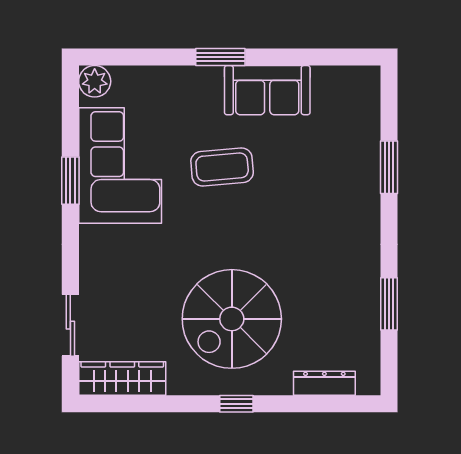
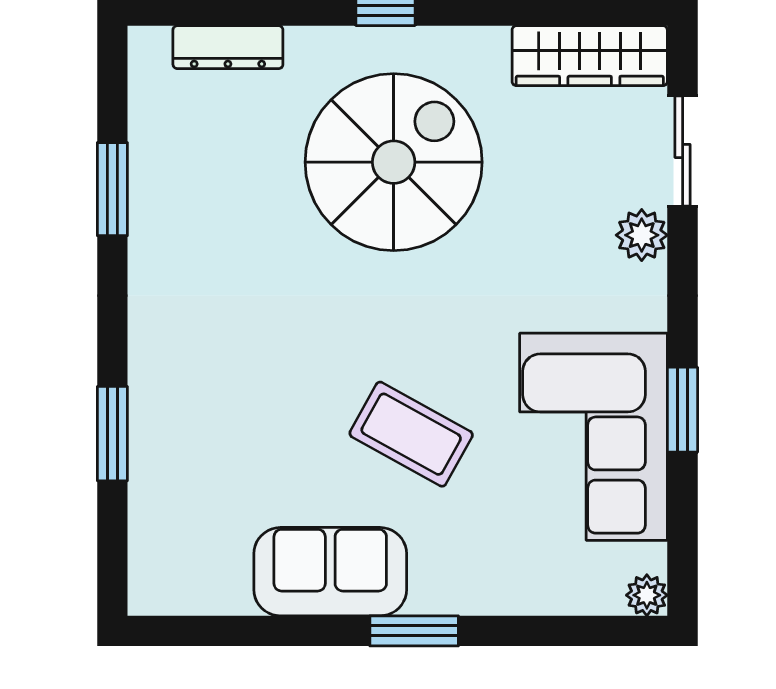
plant: (95, 81) -> (647, 595), width x0.73, depth x0.73
coffee table: (222, 167) -> (411, 434), turned 34
plant: (93, 278) -> (642, 235), added

